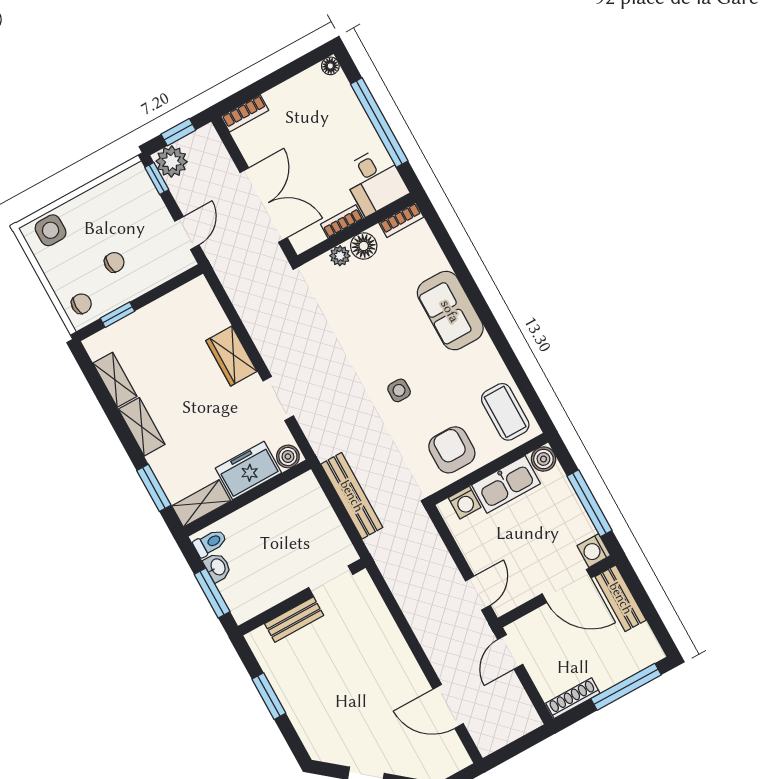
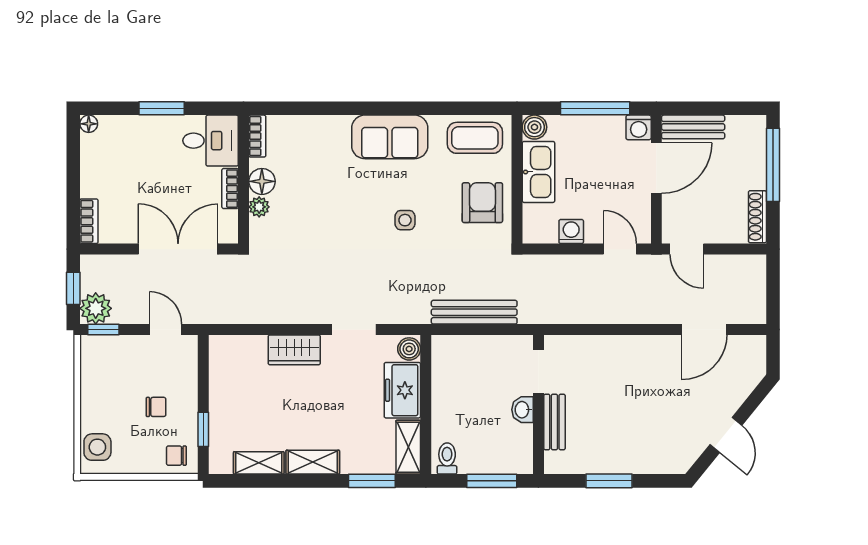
window: (379, 122) -> (162, 108), width x0.47
chair: (114, 262) -> (156, 407), turned 92
chair: (81, 304) -> (176, 456), turned -90
sofa: (450, 311) -> (390, 137), moved
armchair: (452, 450) -> (482, 203), turned 90
washing machine: (465, 503) -> (571, 232), moved, turned -90
washbasin: (217, 567) -> (523, 410), moved, turned -90

